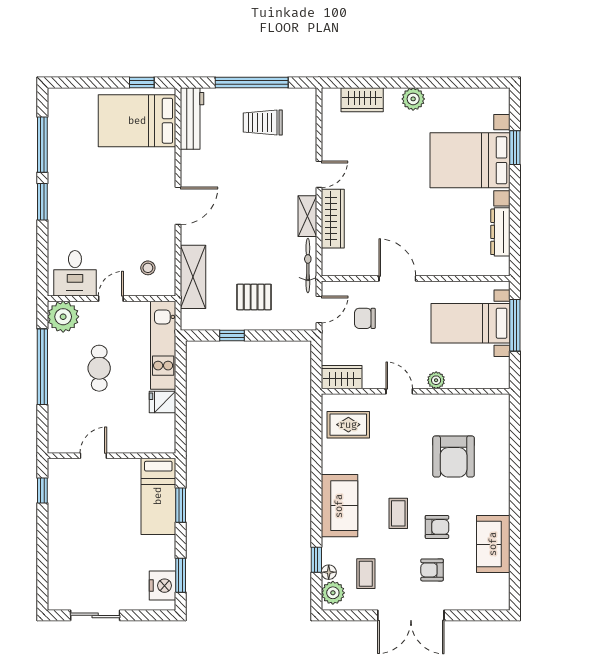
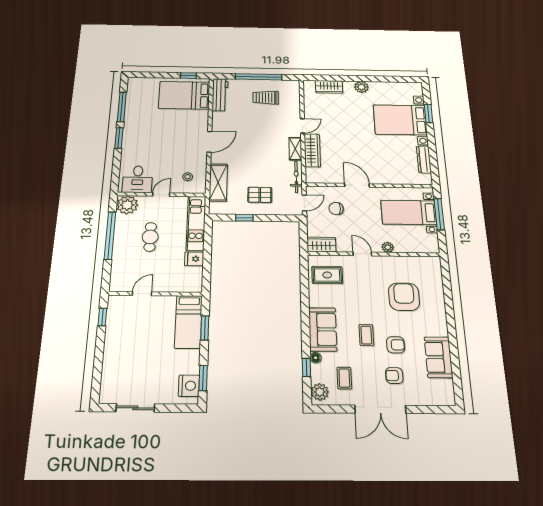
armchair: (454, 457) -> (404, 297), turned 180
floor lamp: (329, 572) -> (316, 358), moved

